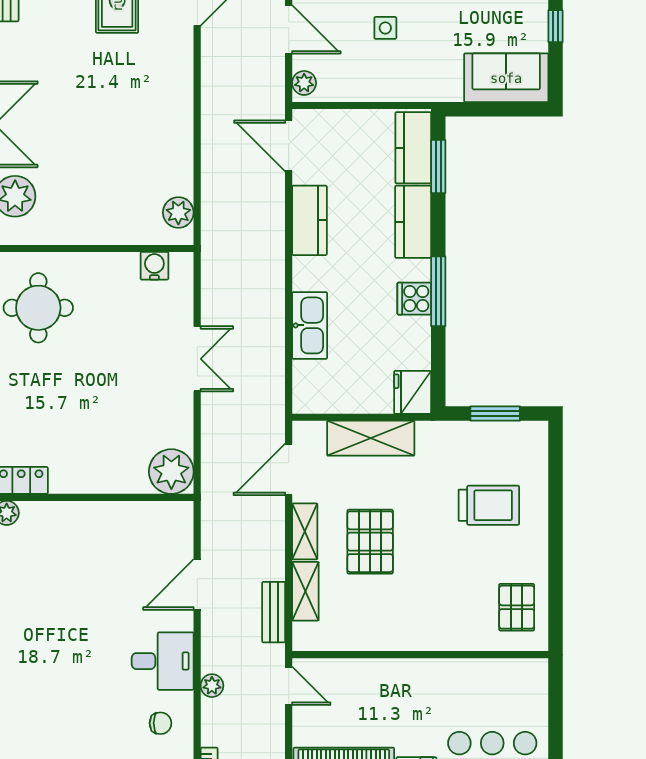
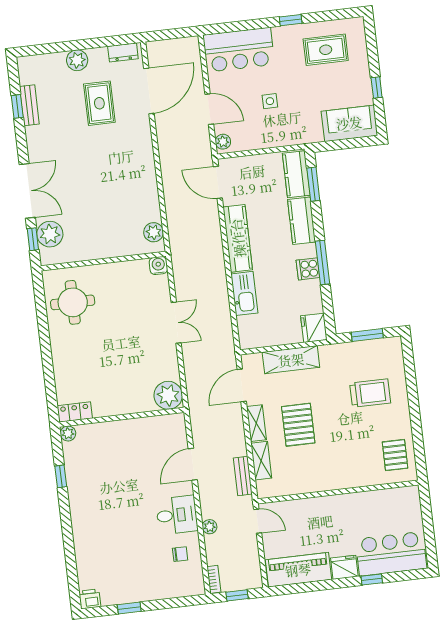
kitchen counter: (309, 220) -> (238, 238), width x1.50
water cooler: (154, 266) -> (158, 266), moved

